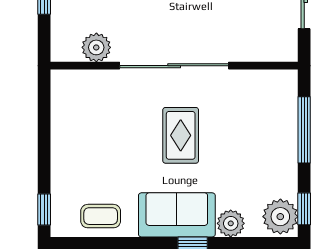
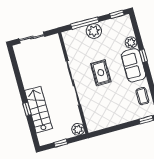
plant: (96, 47) -> (78, 129), moved
rug: (181, 135) -> (101, 73), turned 90
plant: (280, 217) -> (94, 31), moved

